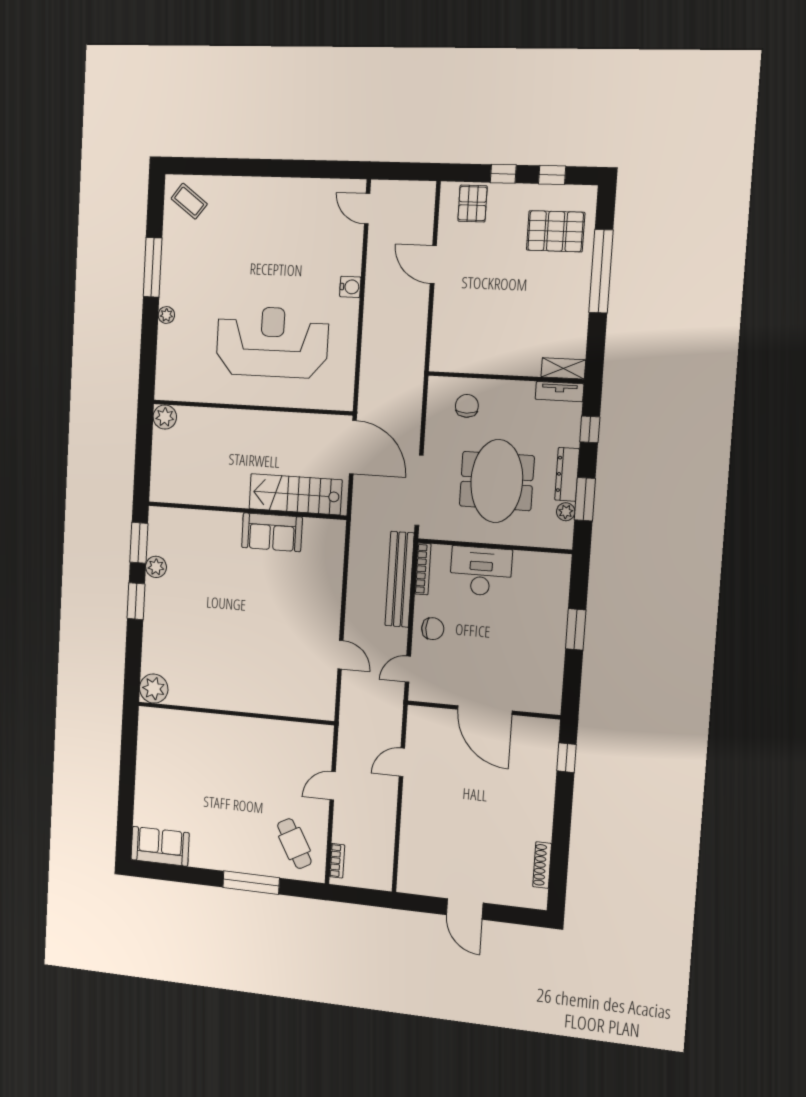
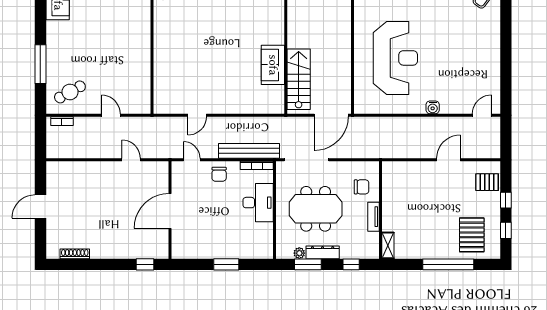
tv unit: (560, 392) -> (373, 217), moved

